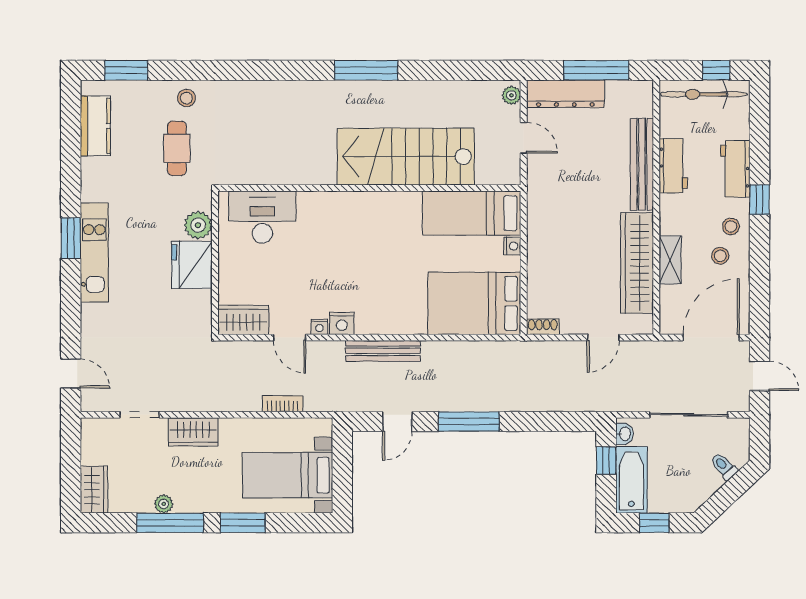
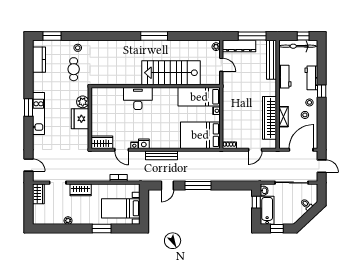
bench: (642, 164) -> (272, 60), moved
desk: (262, 217) -> (138, 98), moved
wardrobe: (94, 490) -> (38, 194), moved
window: (170, 523) -> (71, 229), removed

